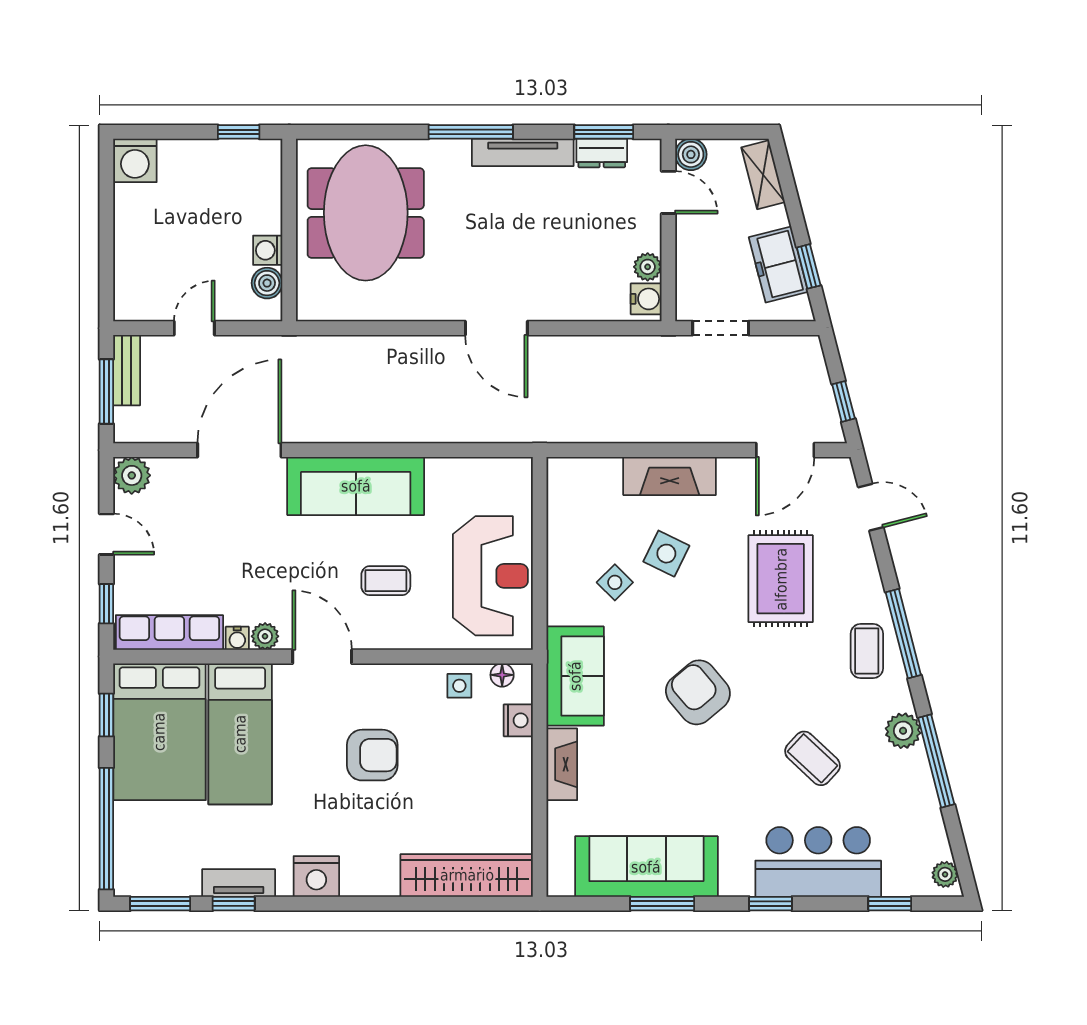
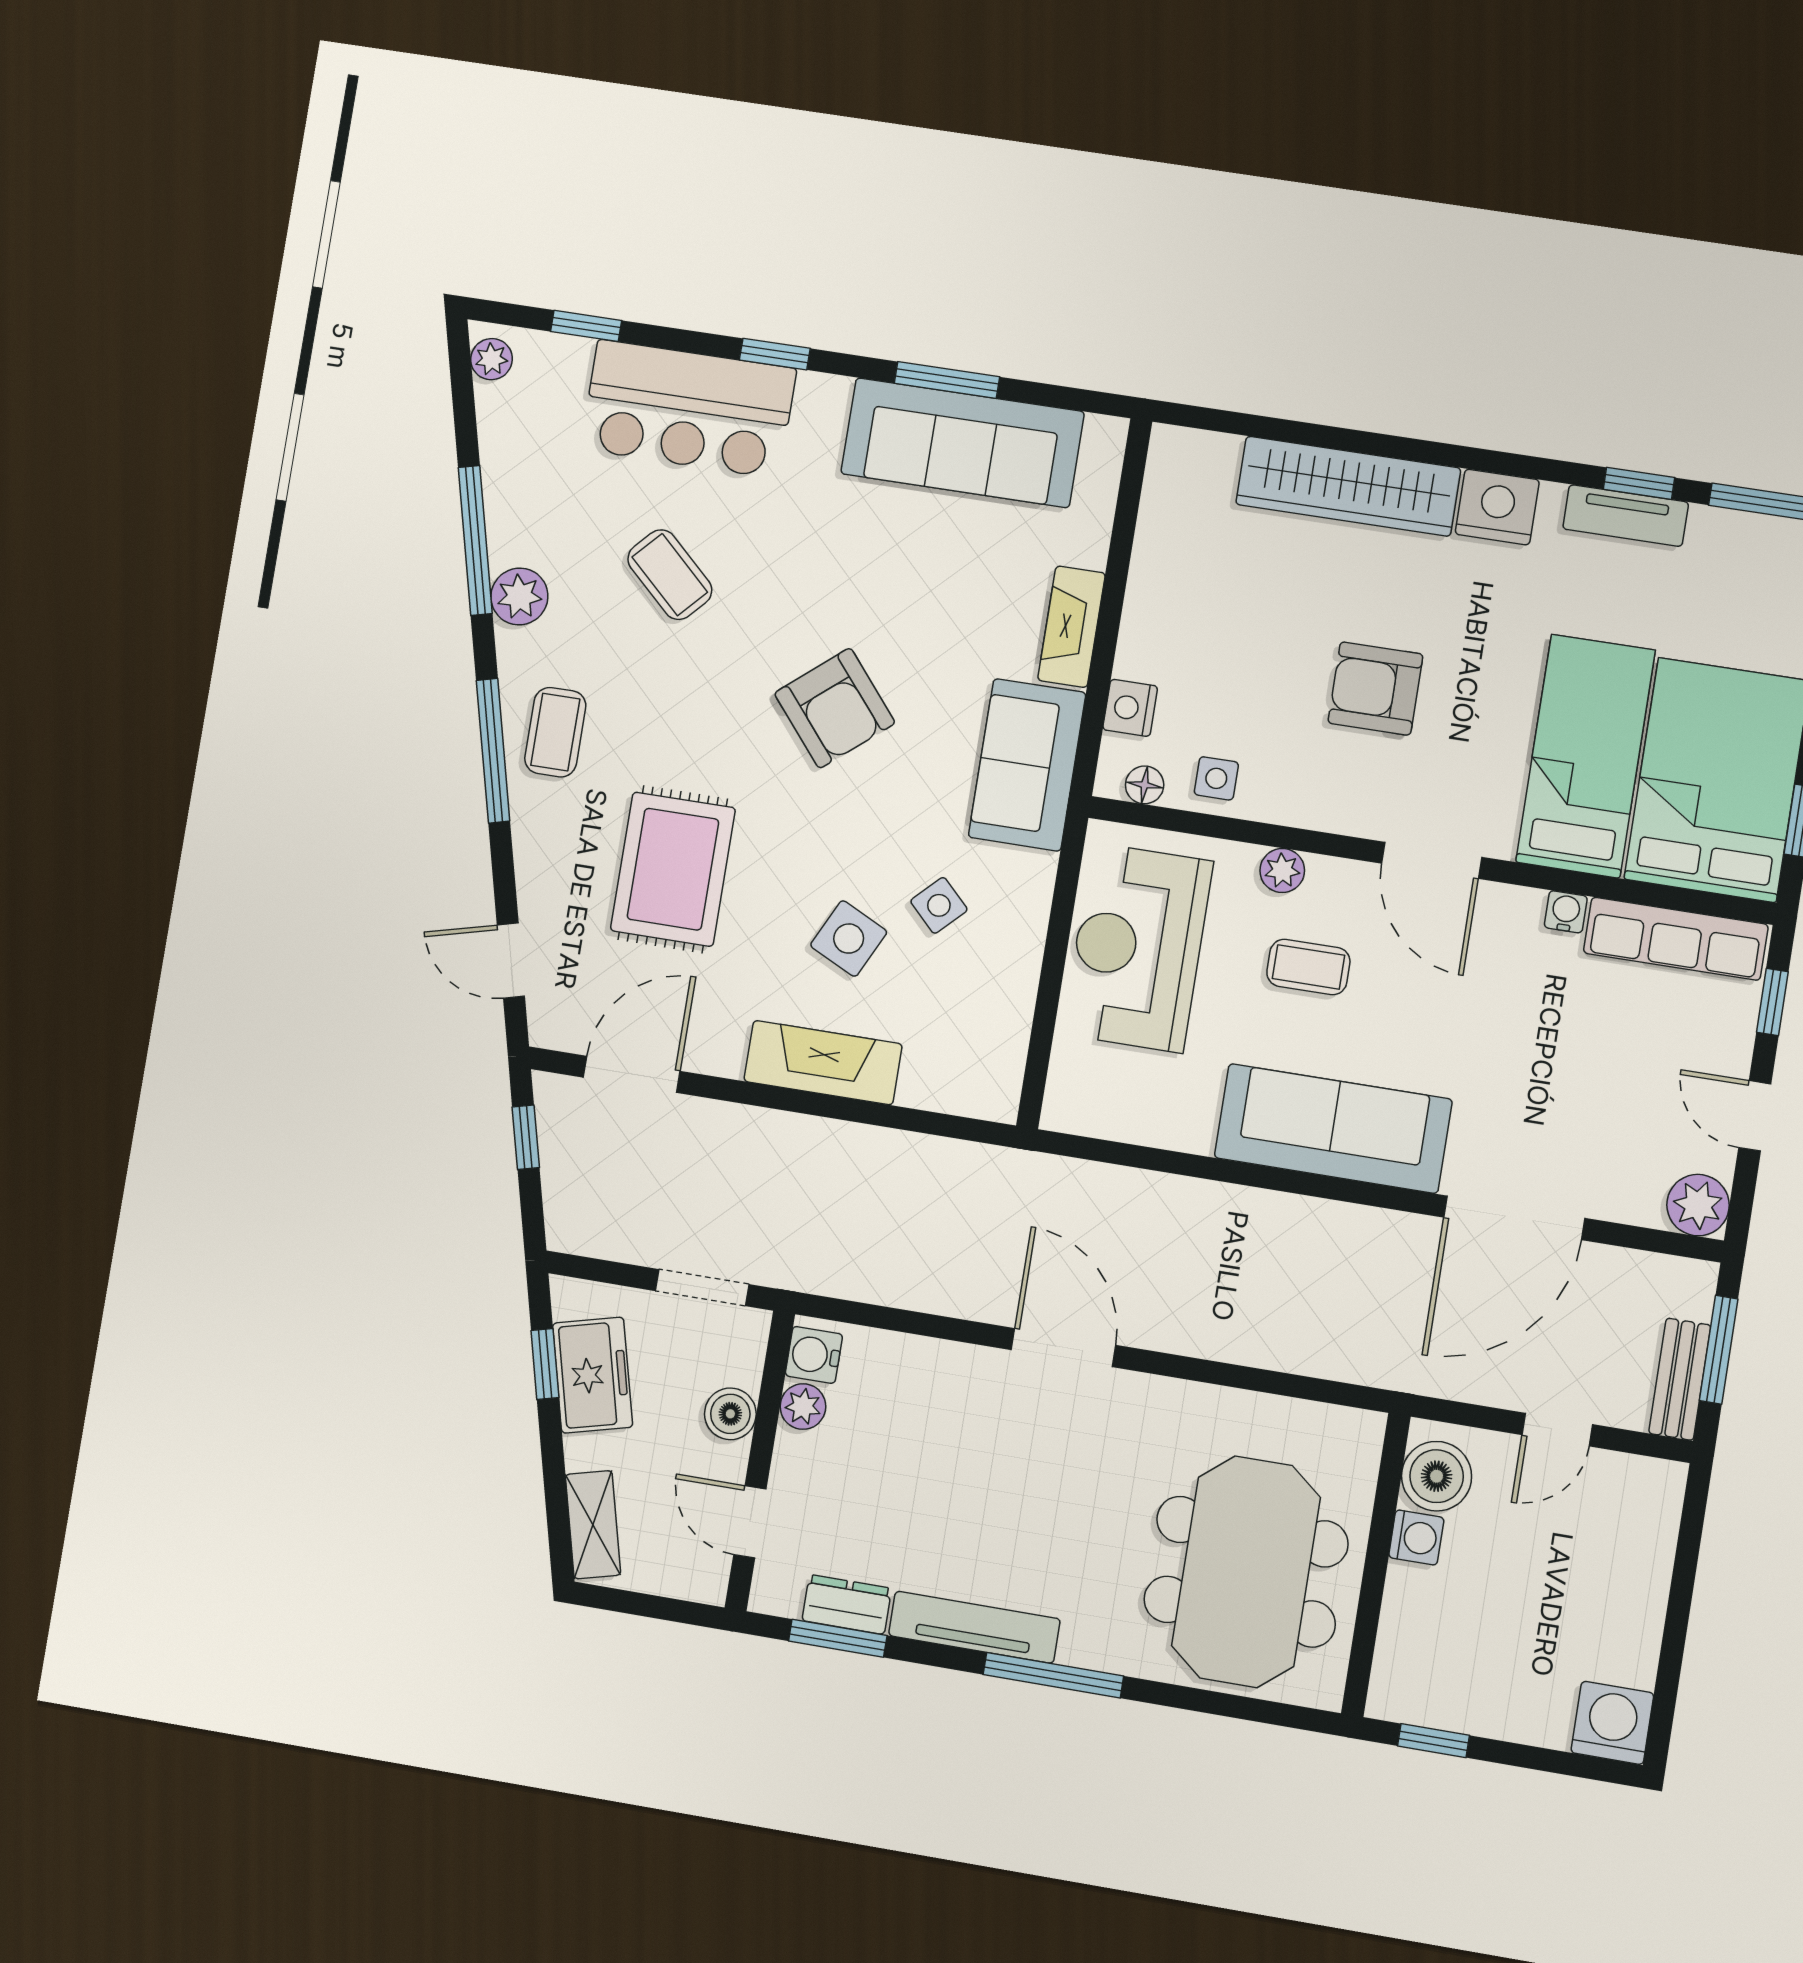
boiler: (691, 154) -> (730, 1414), moved
boiler: (267, 283) -> (1437, 1476), width x1.36, depth x1.36
plant: (265, 636) -> (1282, 871), moved
wardrobe: (467, 875) -> (1348, 486), moved

